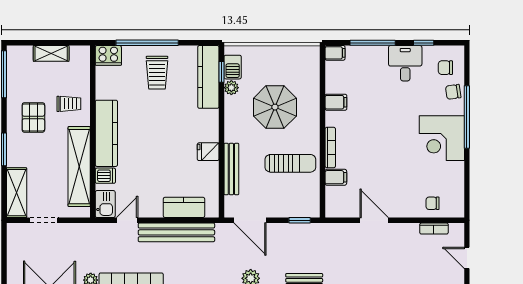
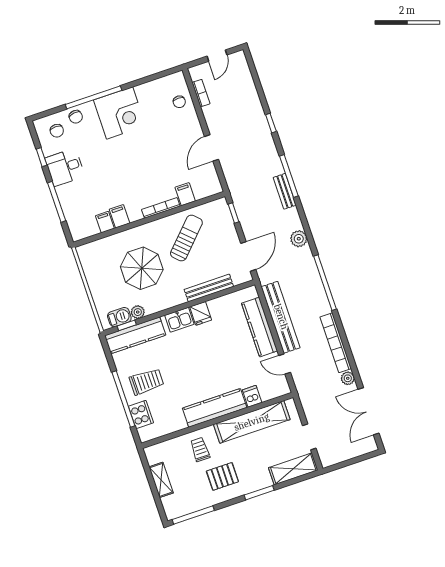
filing cabinet: (335, 53) -> (105, 222), moved
cooker: (108, 55) -> (141, 414), moved
sun lounger: (290, 163) -> (186, 238), turned 44
kitchen sink: (105, 204) -> (179, 320), moved, turned 180
kitchen counter: (184, 207) -> (260, 327), width x1.50

